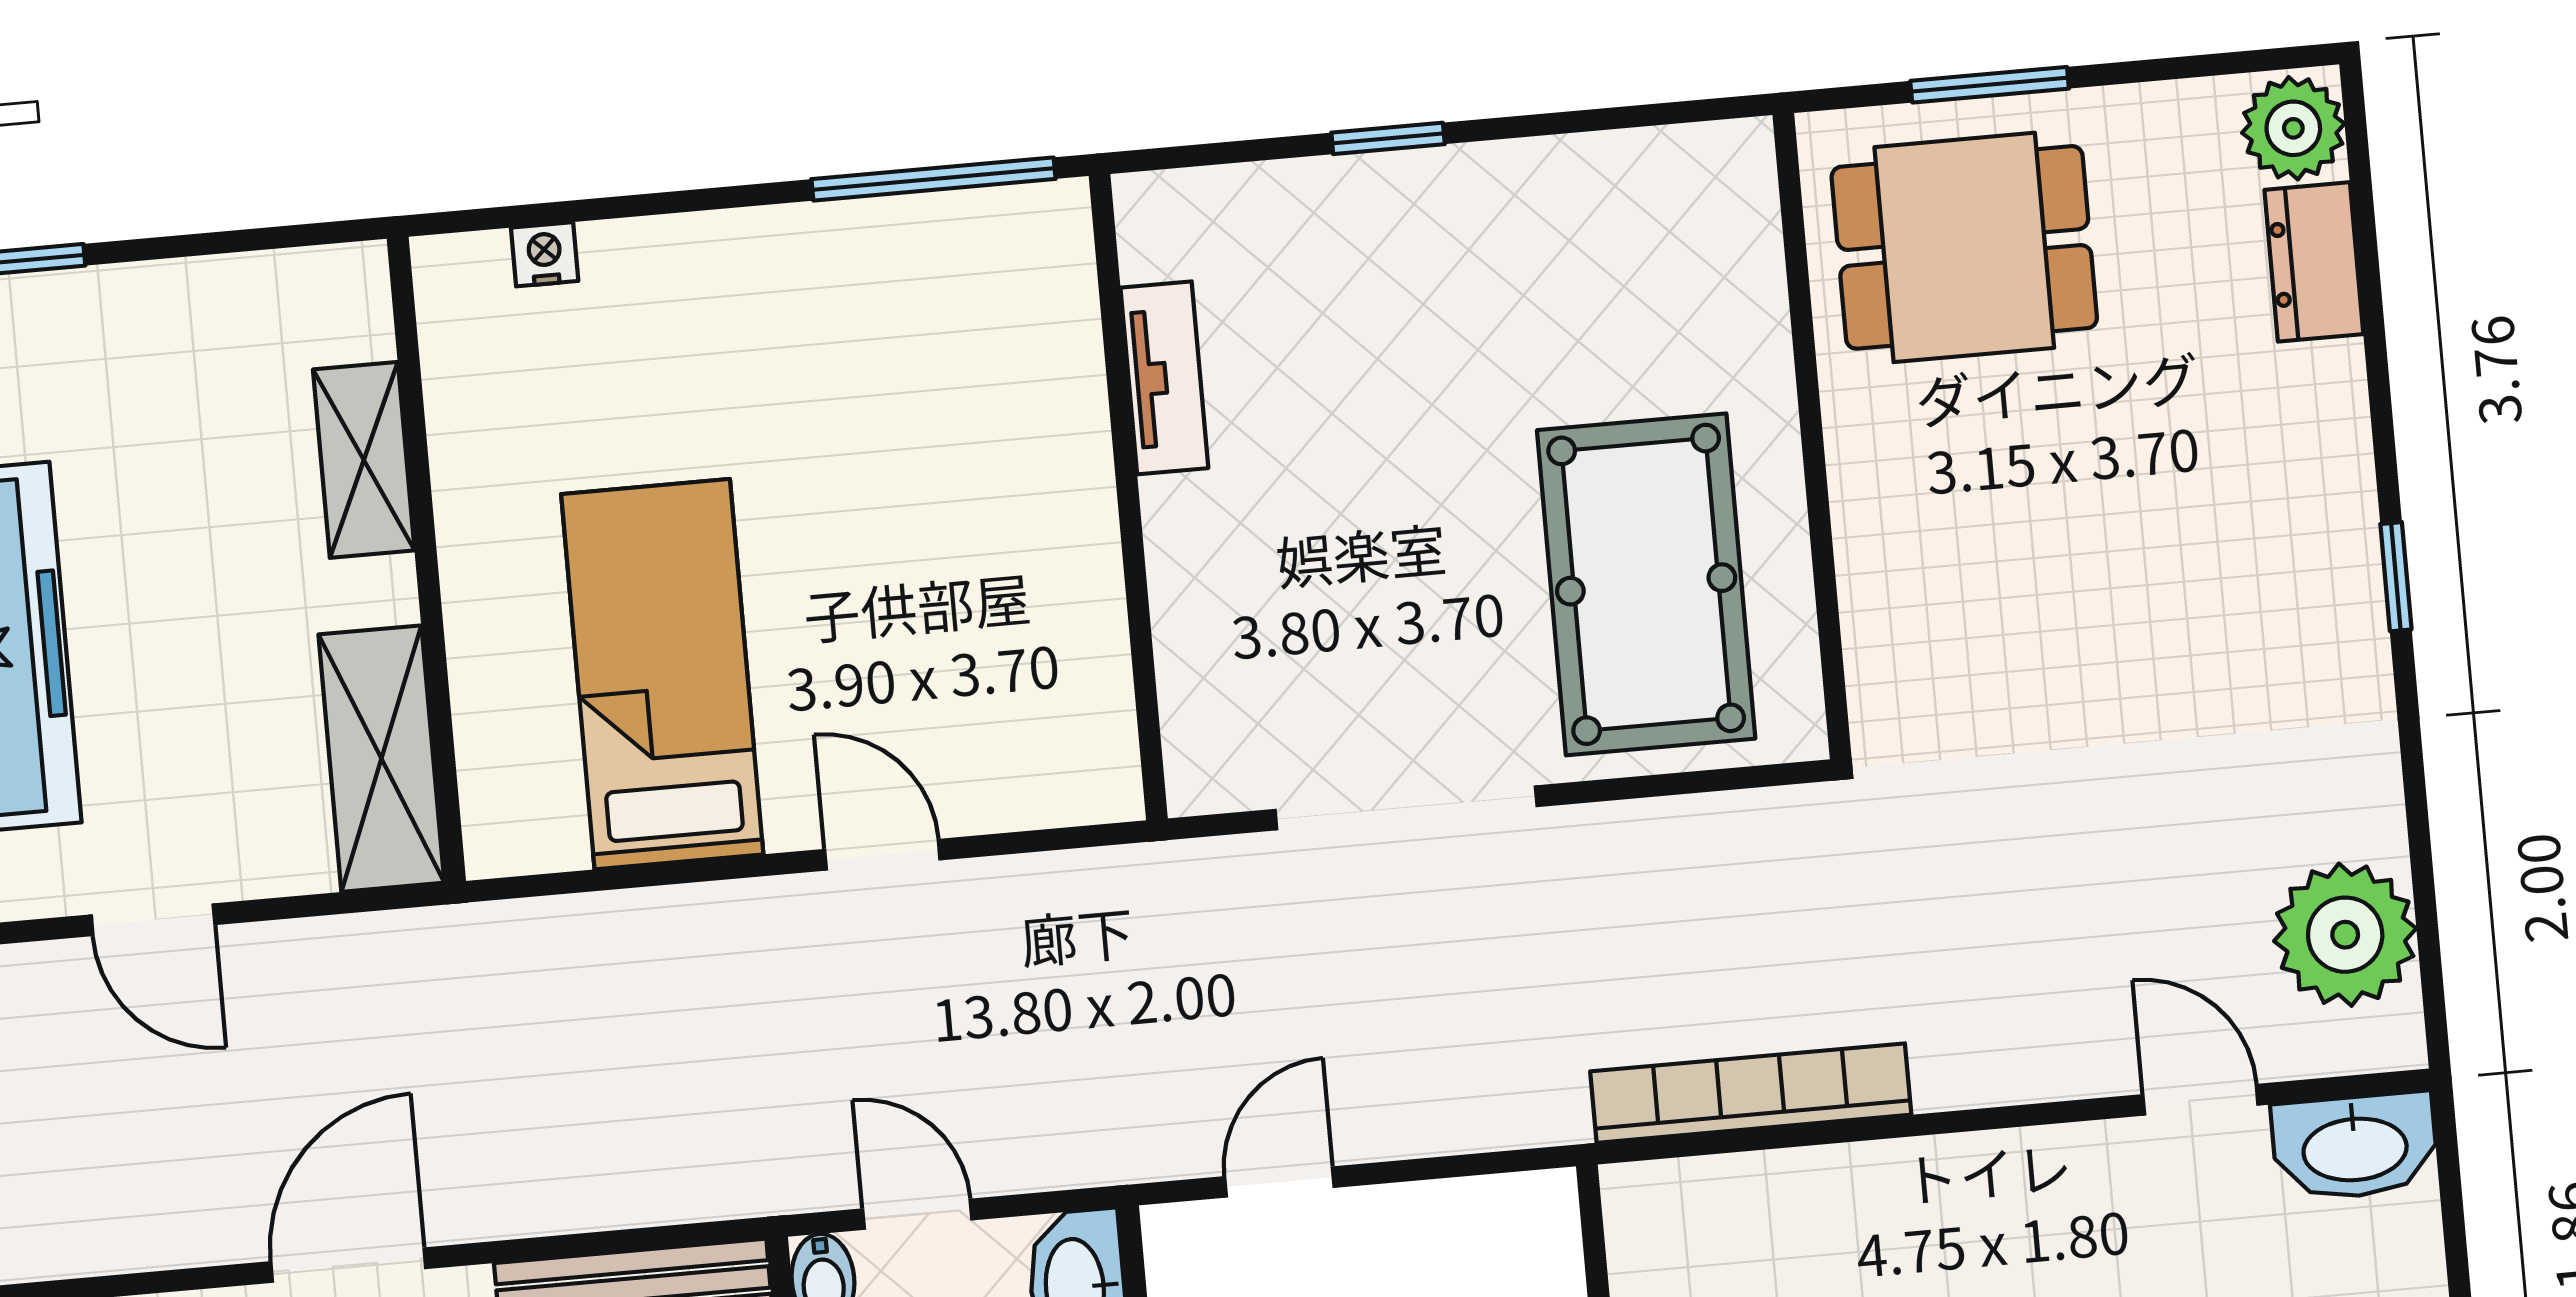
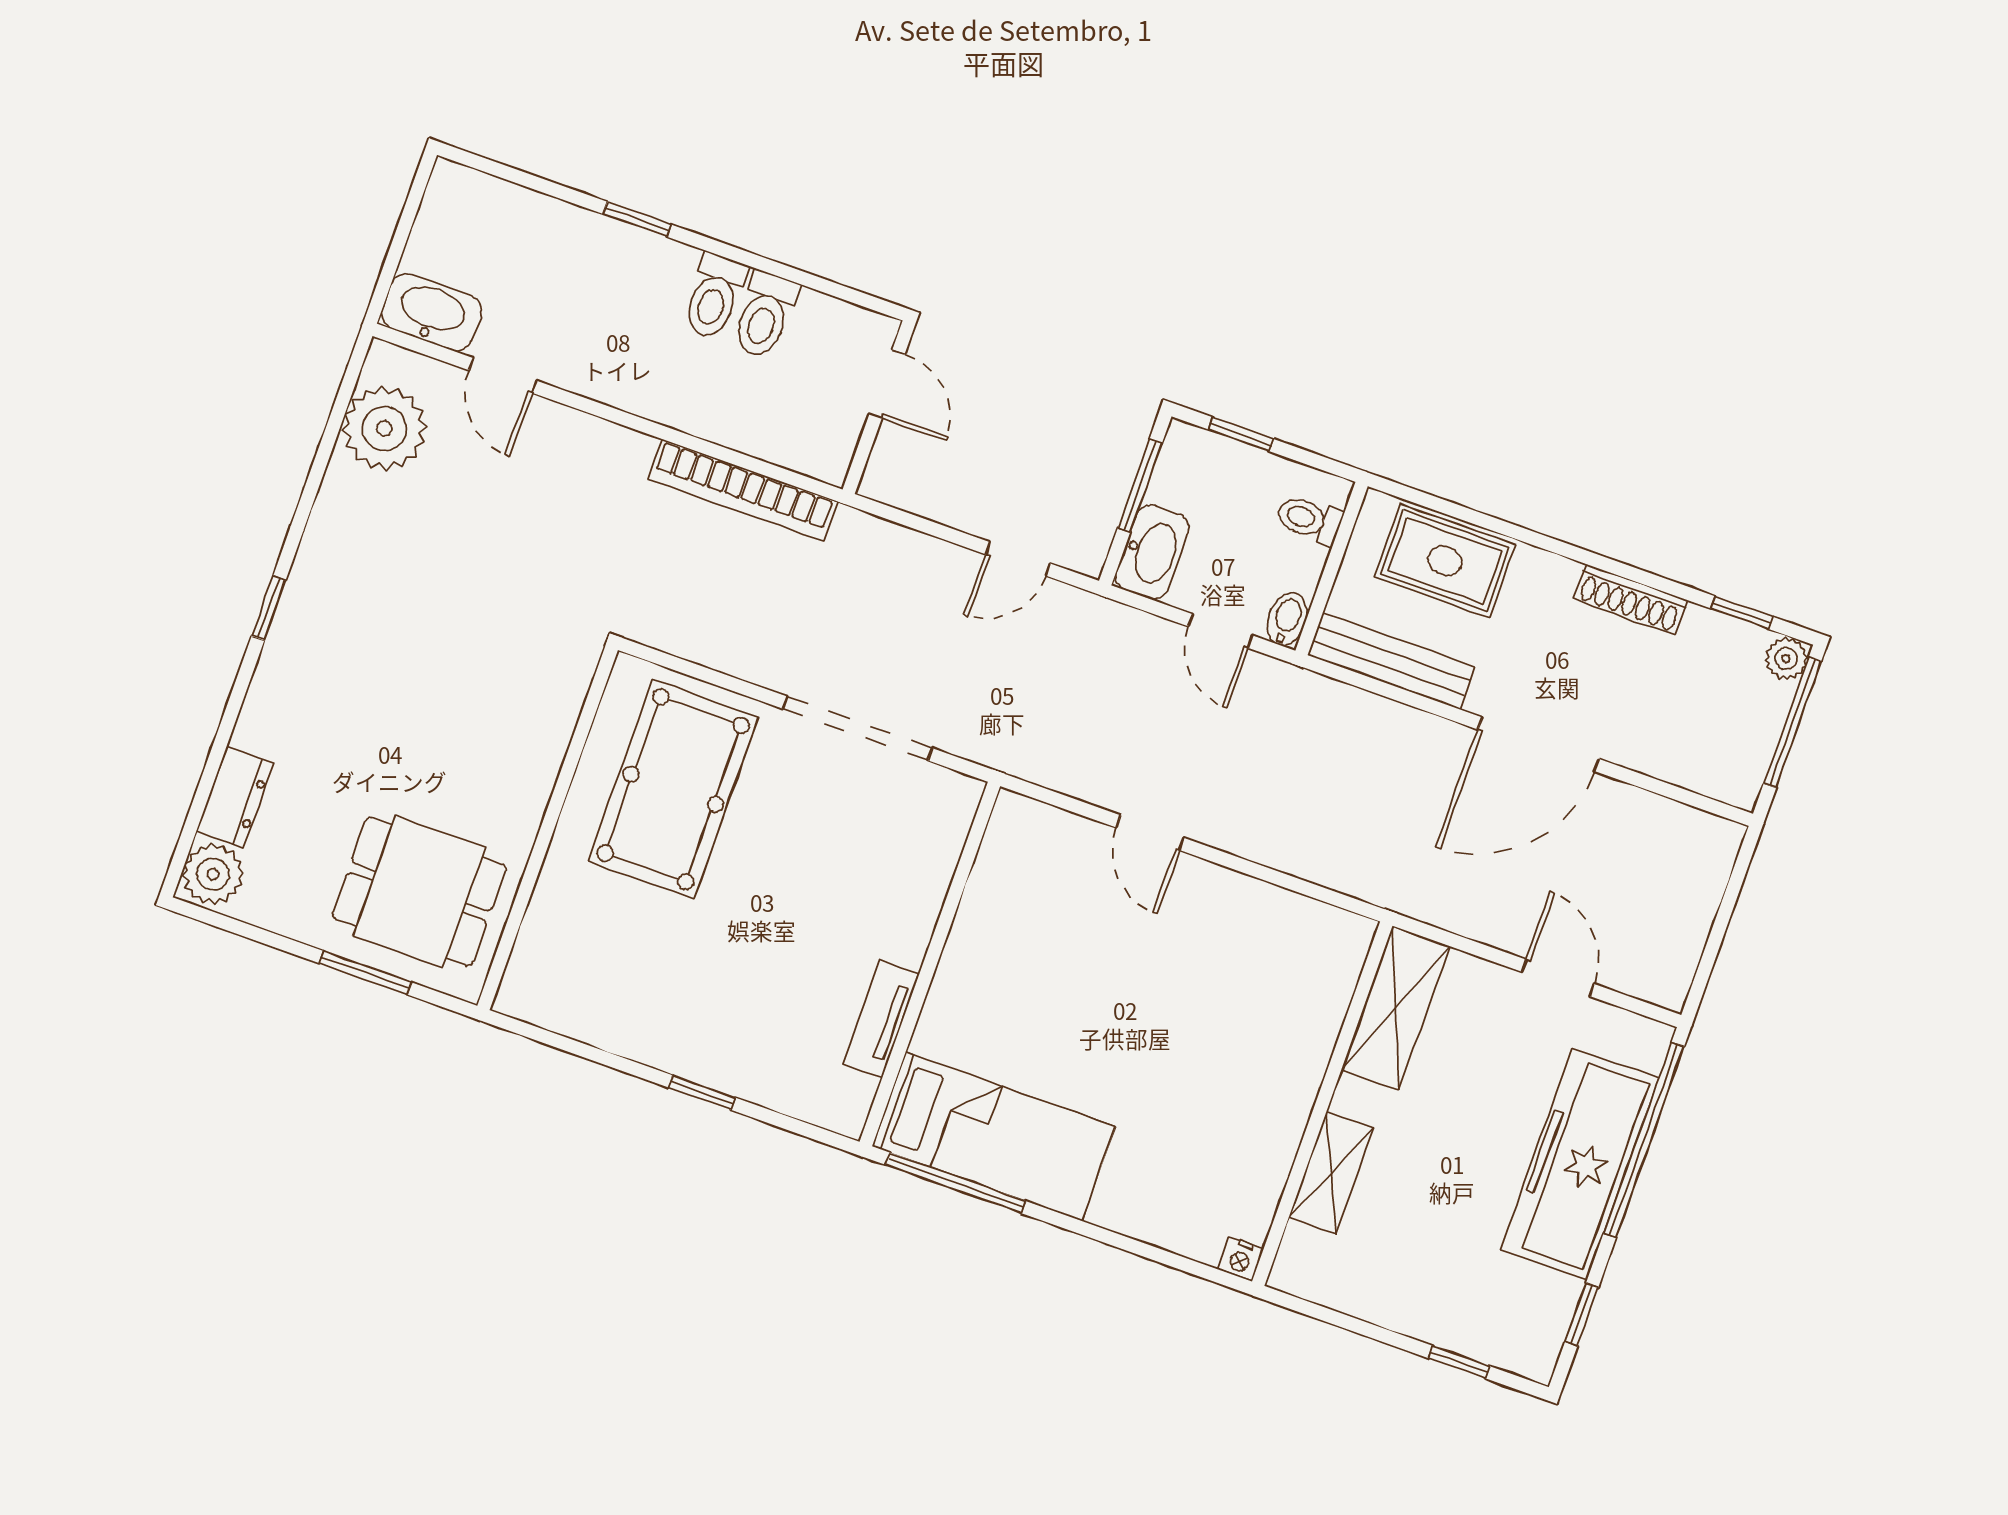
nightstand: (545, 254) -> (1241, 1259), moved
bed: (662, 674) -> (994, 1136), moved, turned -90
door: (348, 1265) -> (1538, 744), width x1.36

